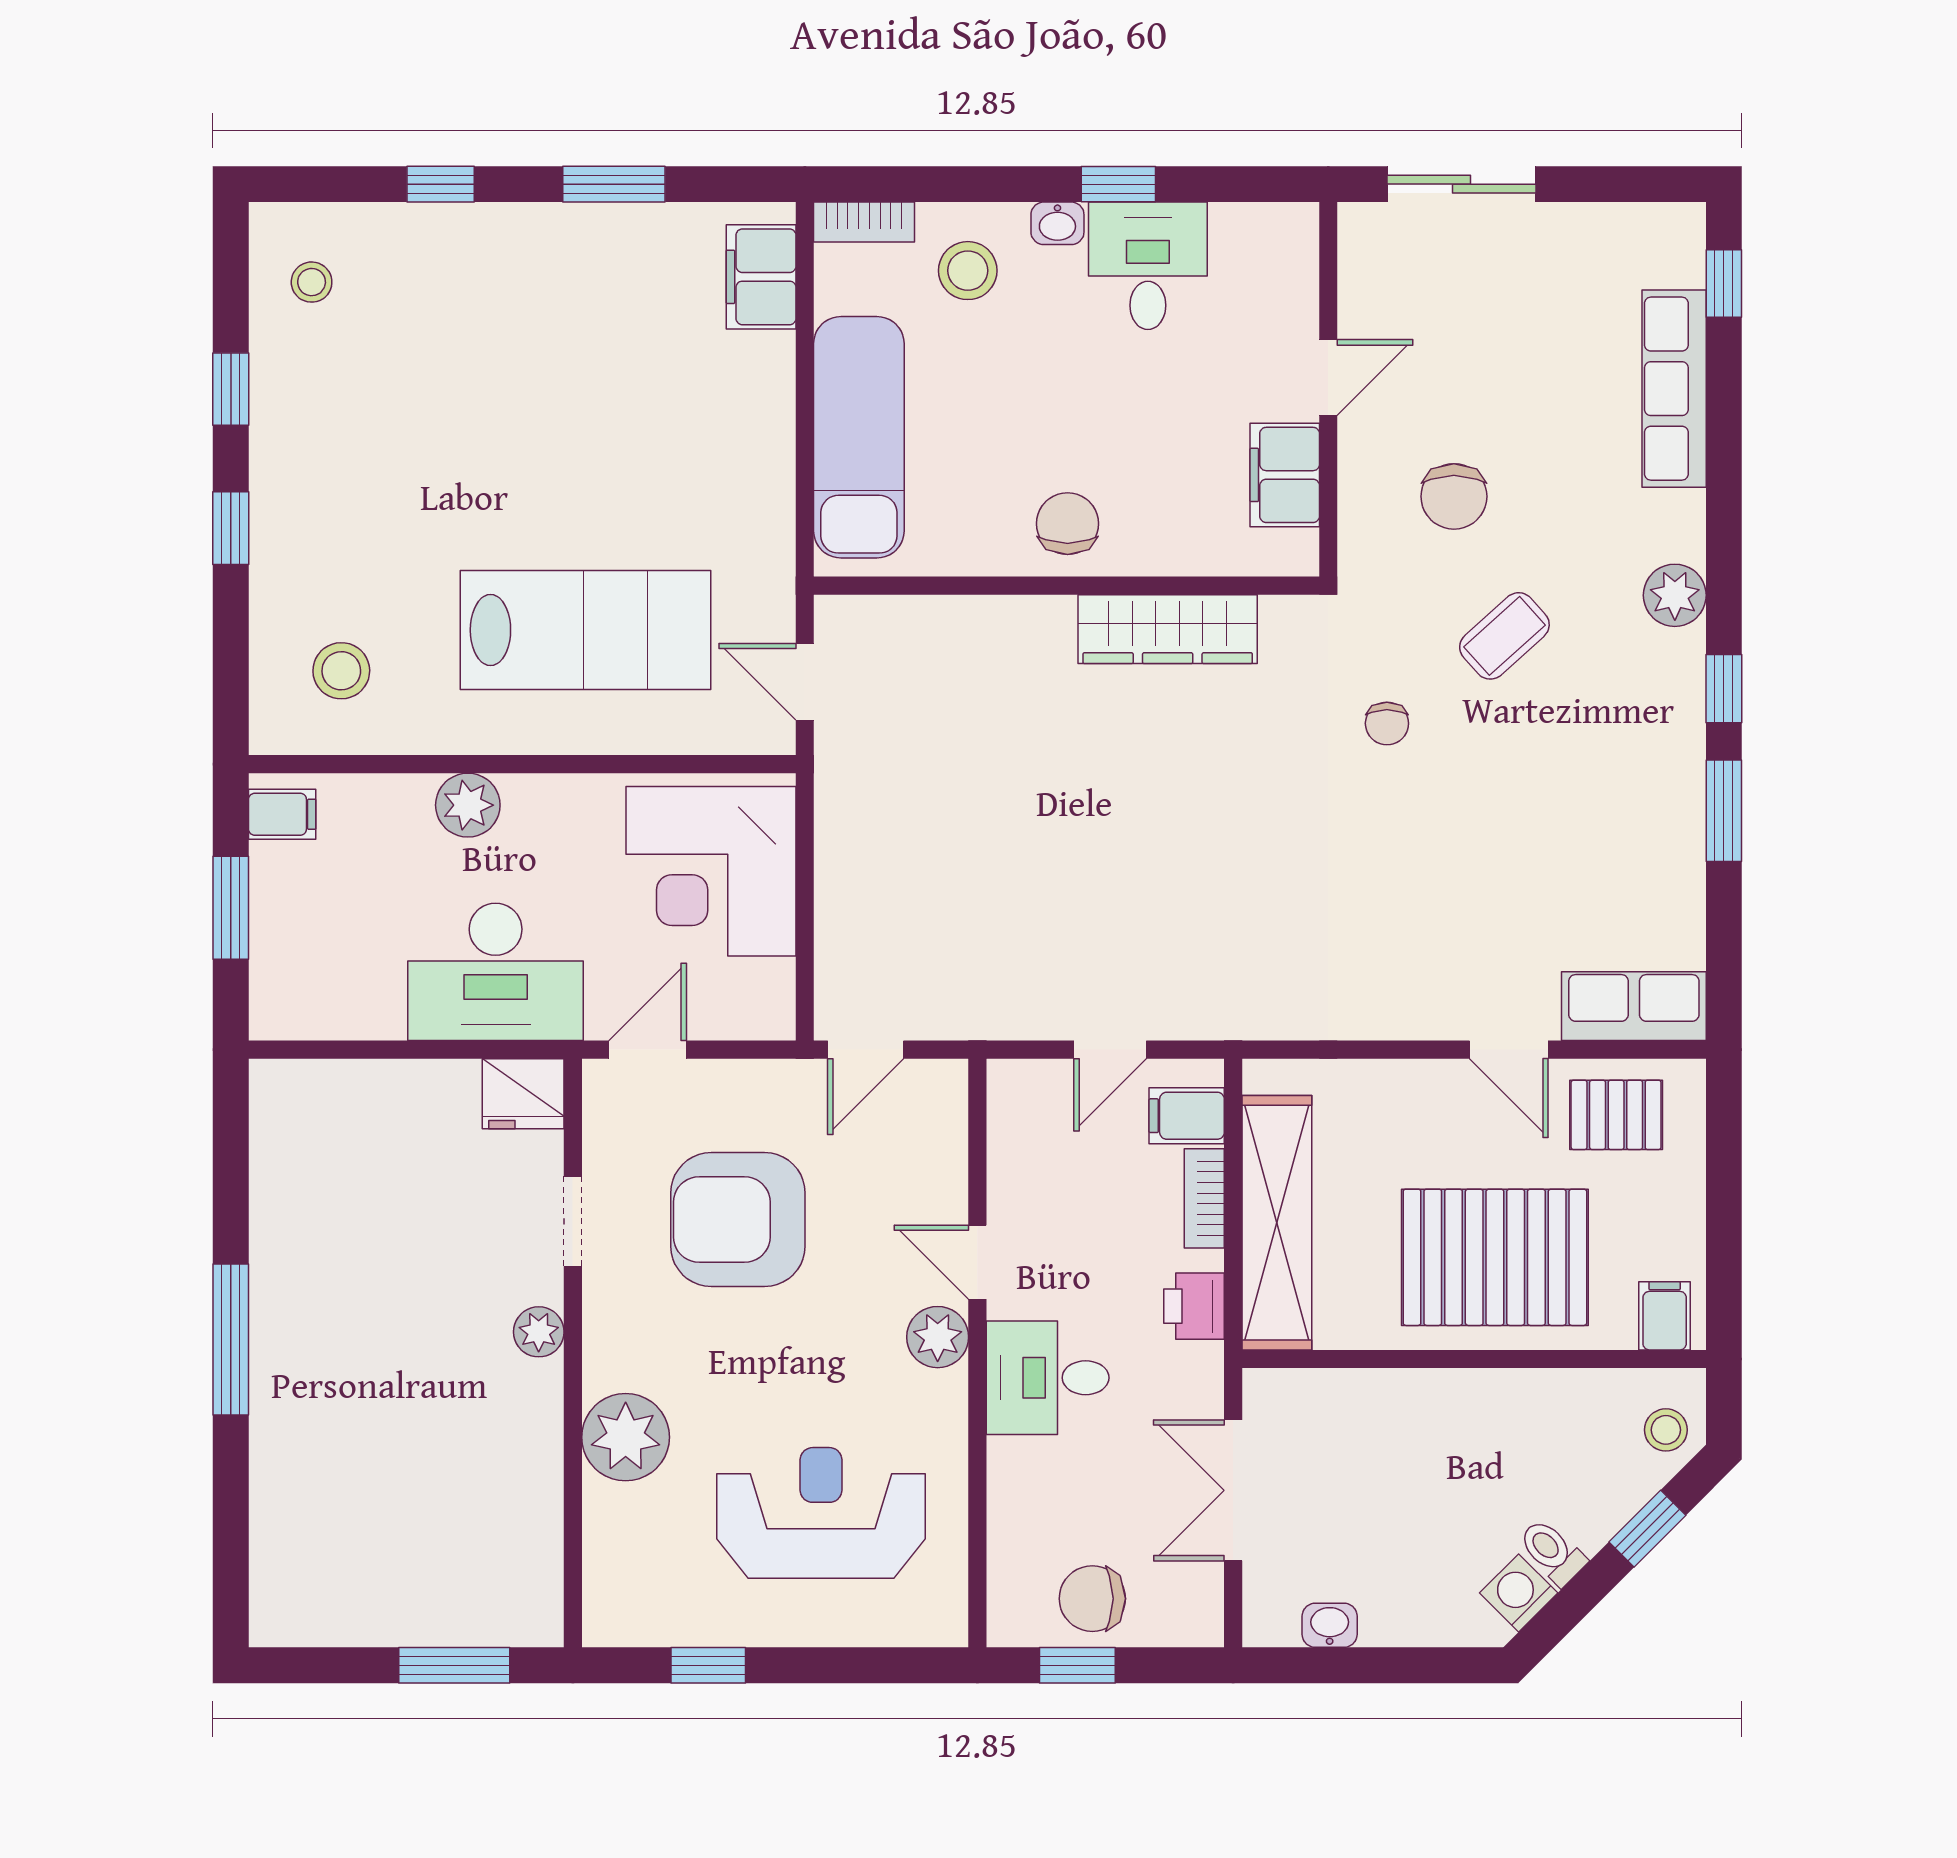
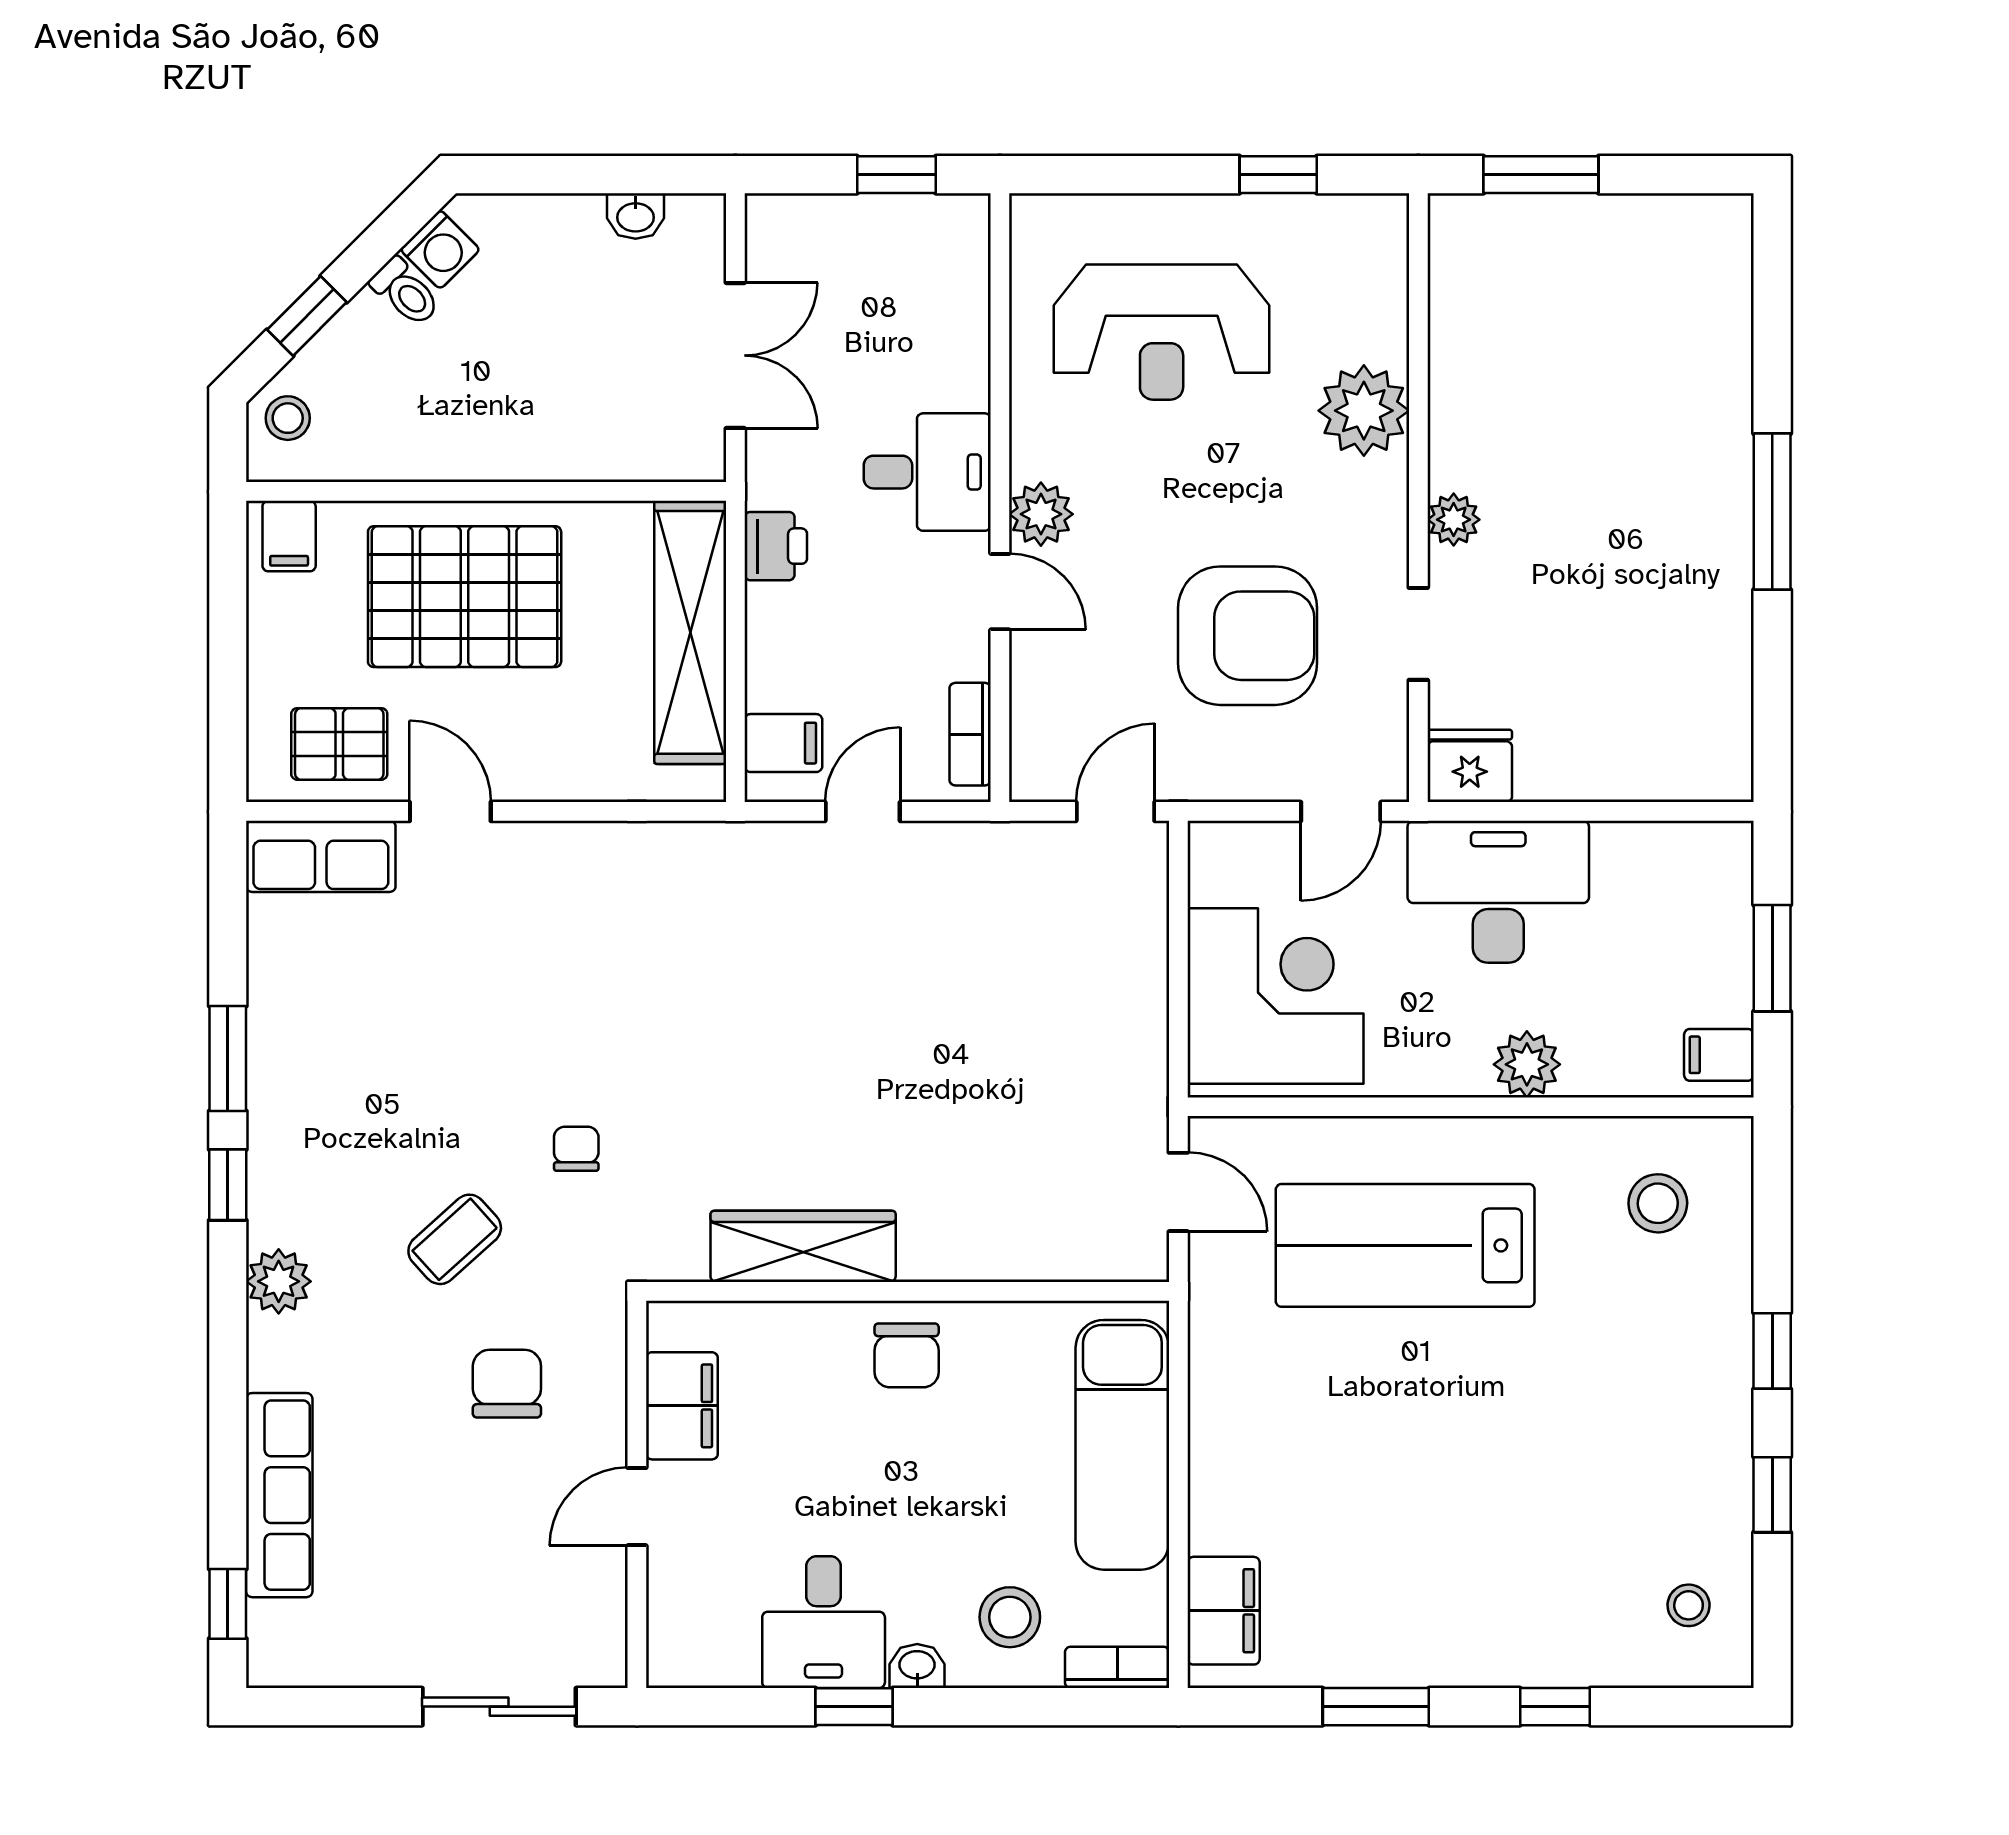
bookcase: (1204, 1198) -> (970, 734), moved, turned 180
chair: (1092, 1599) -> (881, 244), removed

